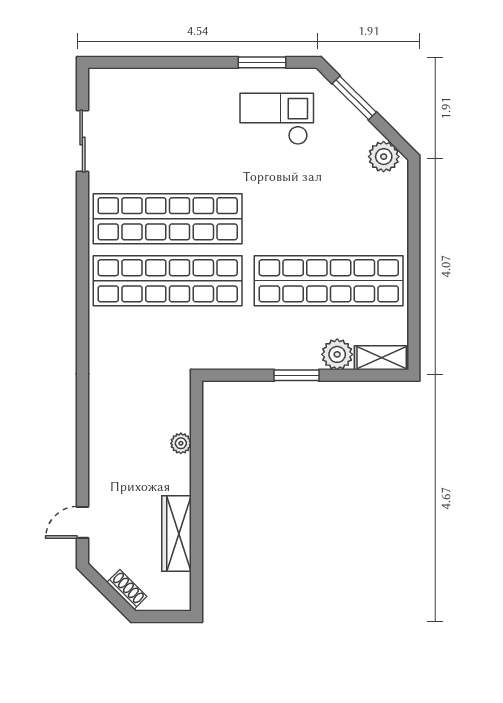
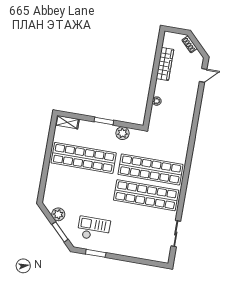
checkout: (277, 119) -> (94, 229), turned 180
plant: (384, 157) -> (58, 214), moved
plant: (337, 354) -> (123, 133), moved

